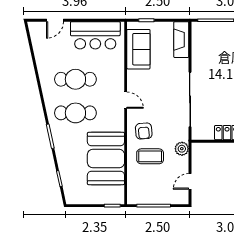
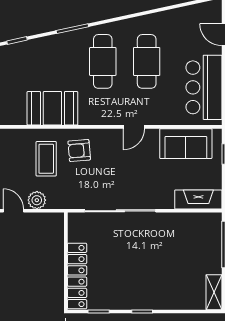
door: (126, 100) -> (134, 127), moved
plant: (182, 149) -> (37, 200), moved
booth: (106, 158) -> (52, 108), width x0.73, depth x0.70

